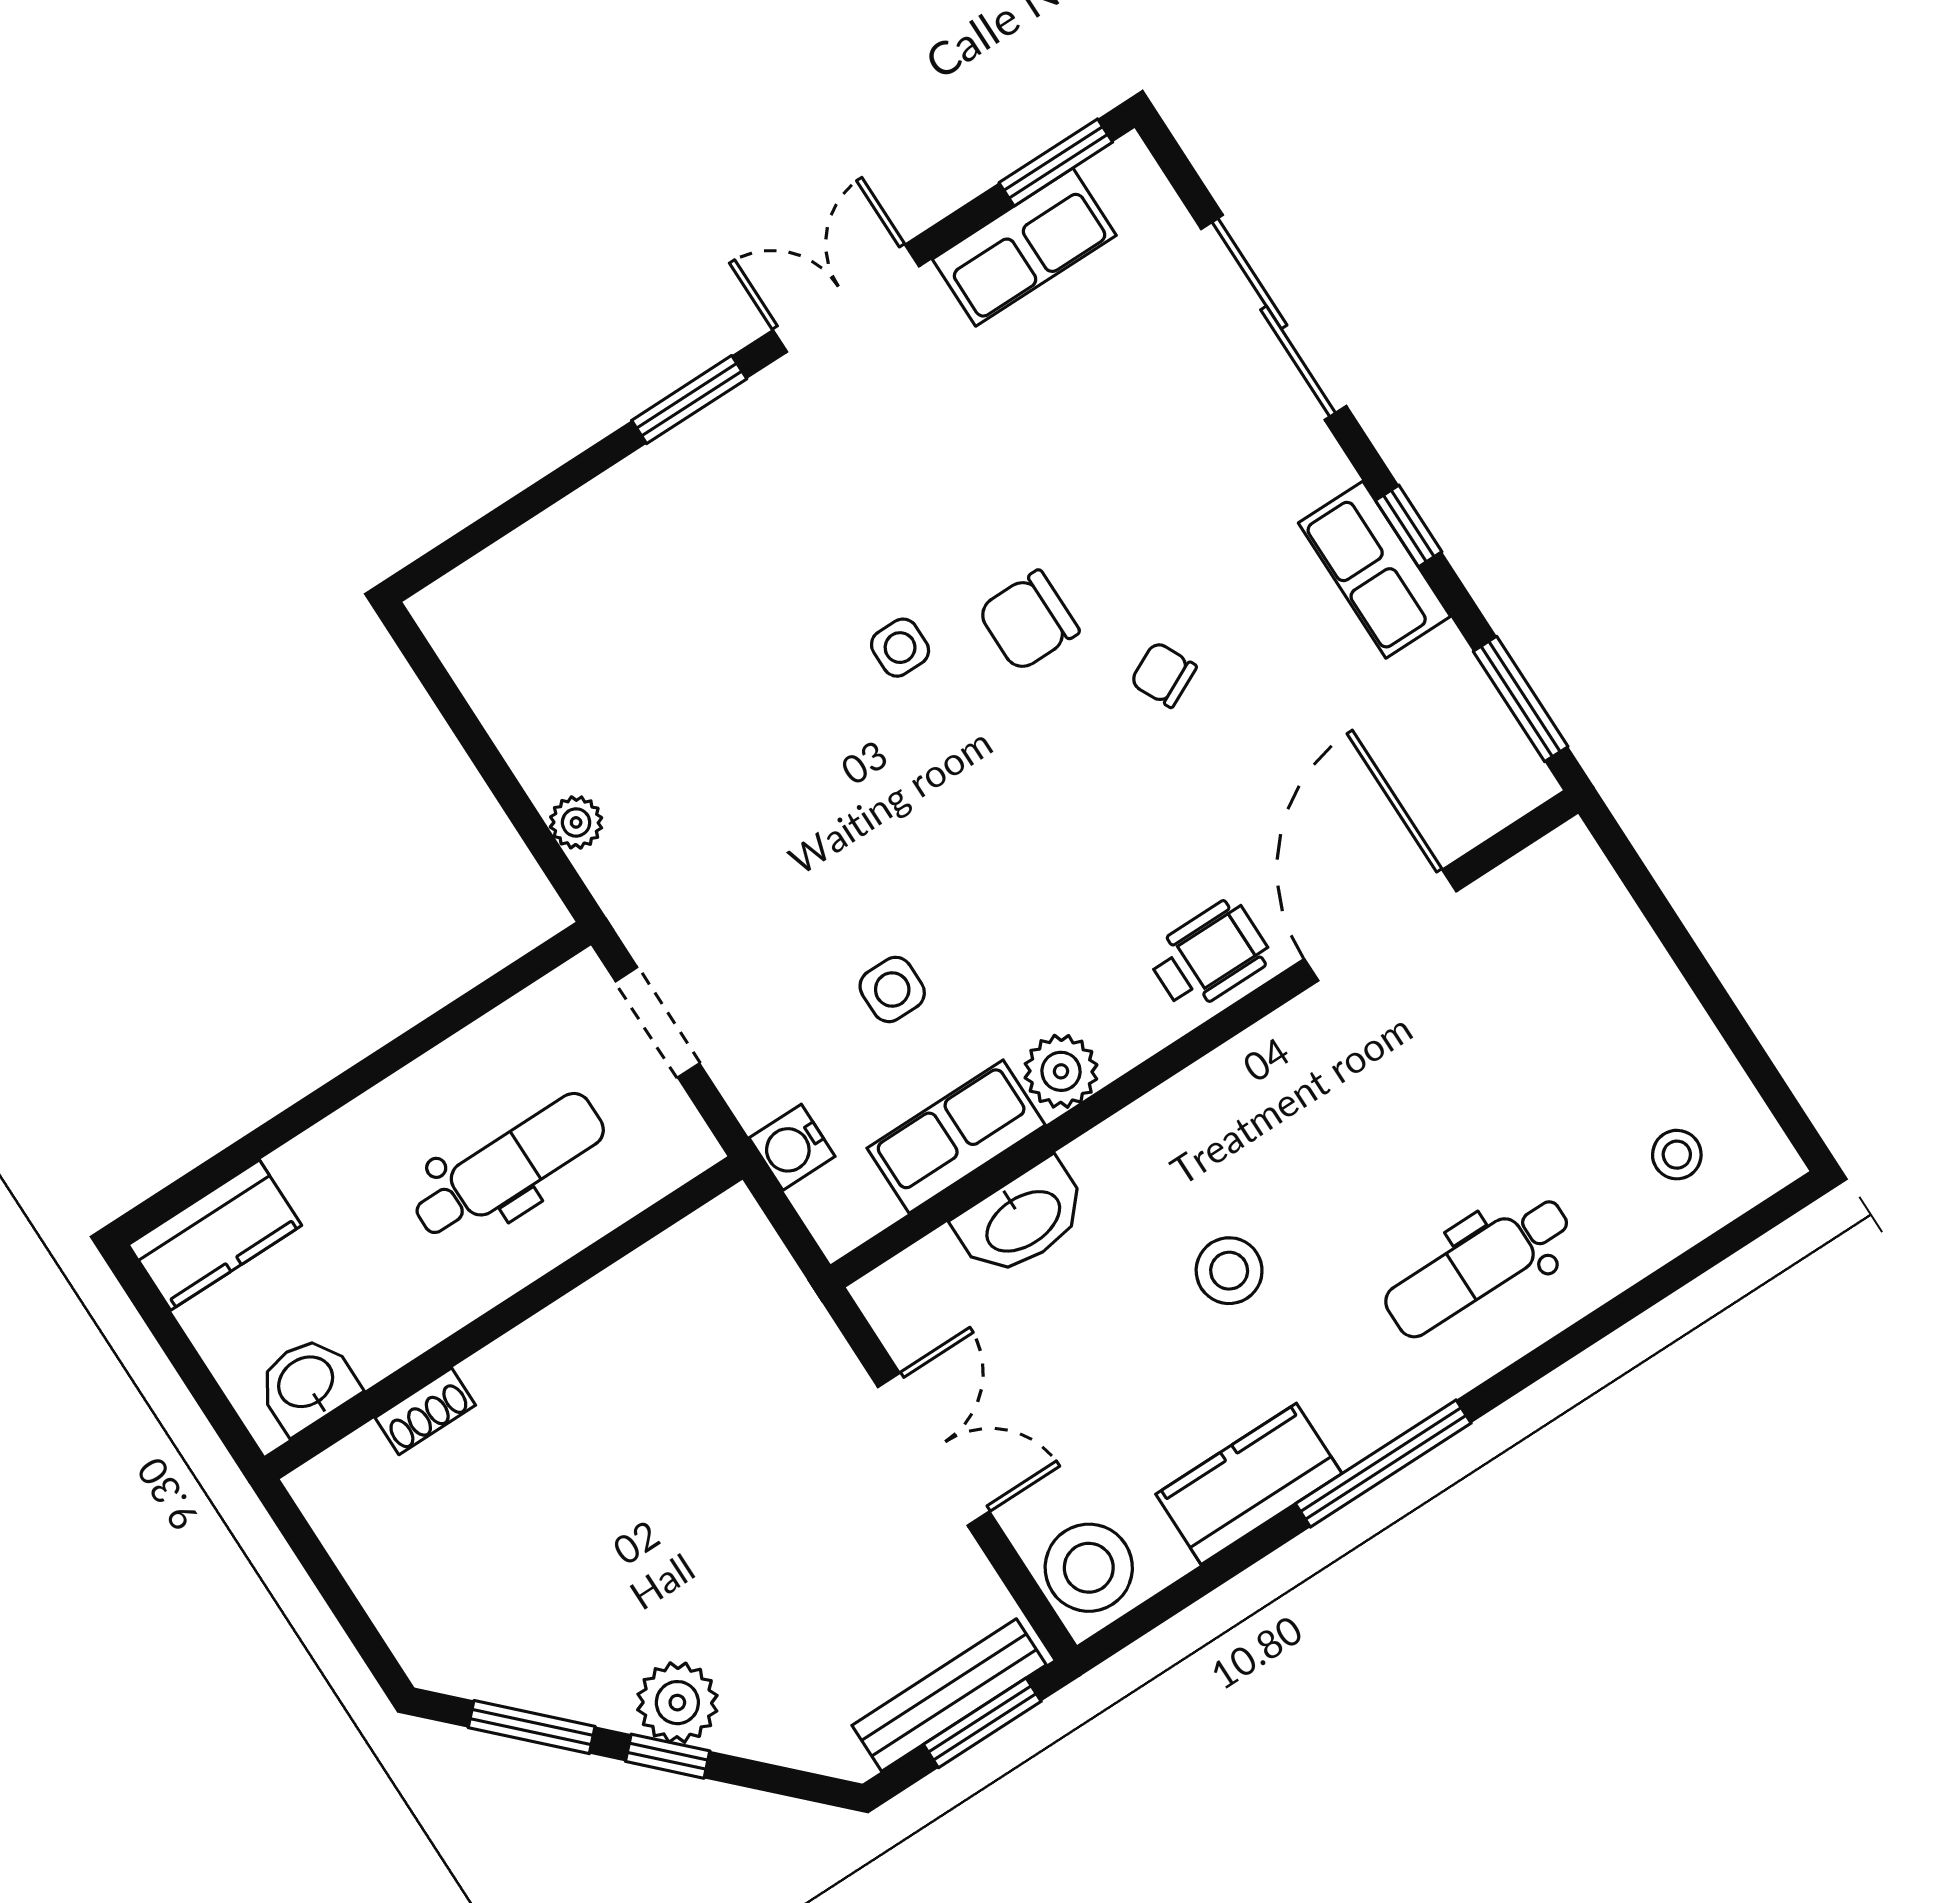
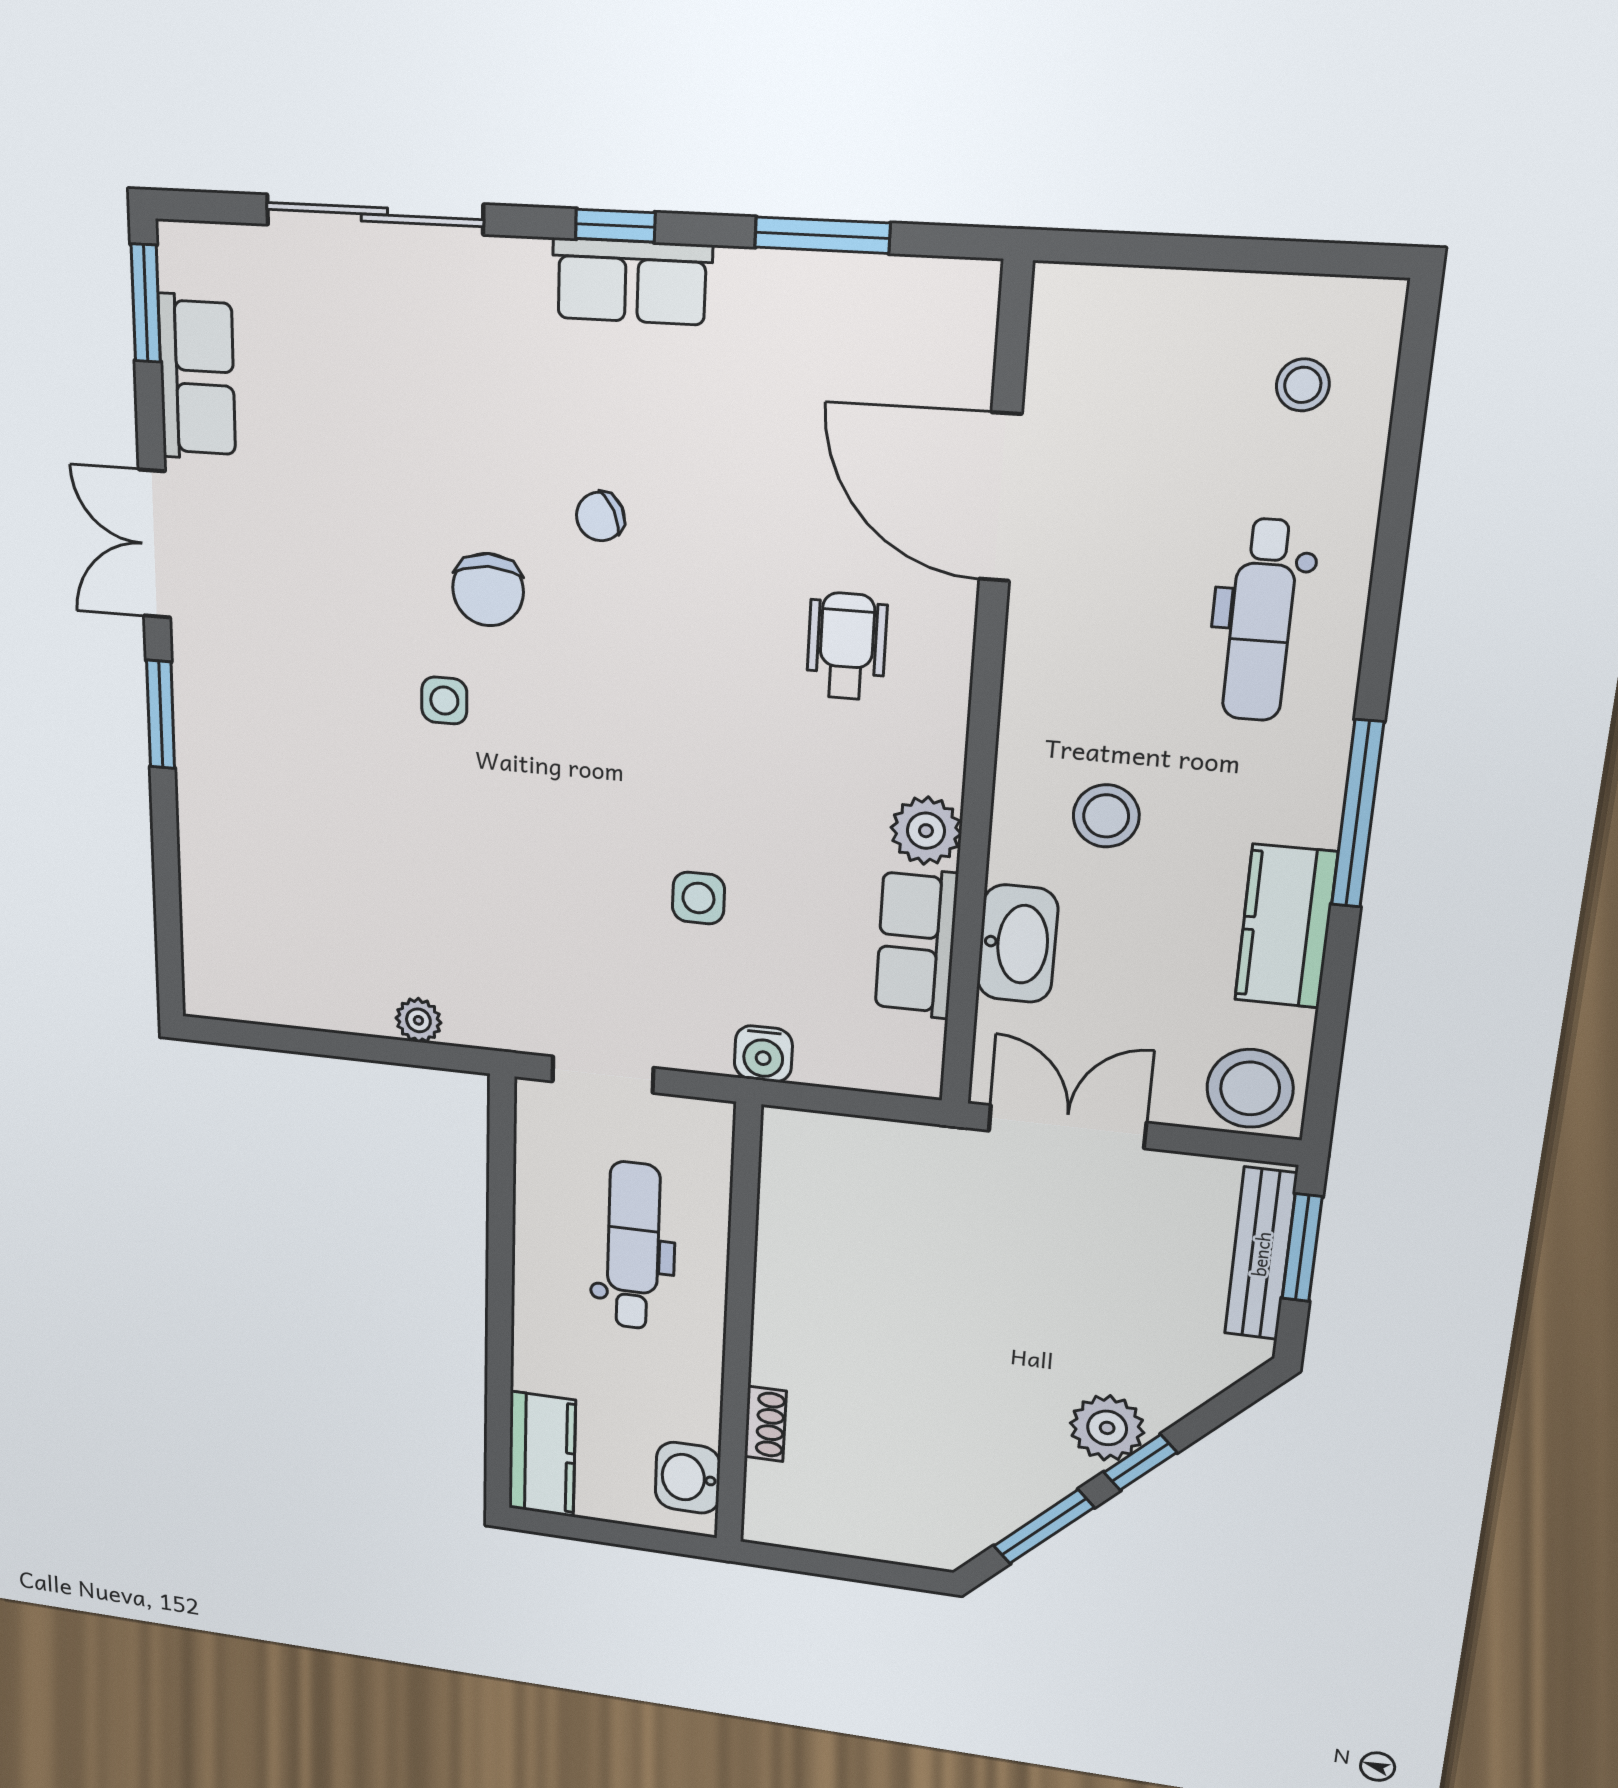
door: (1380, 925) -> (1000, 497), moved
wall: (1204, 1039) -> (985, 705), moved
plant: (1061, 1071) -> (926, 831), moved
row of seats: (956, 1137) -> (916, 943), moved
washbasin: (1022, 1219) -> (1017, 944), moved

